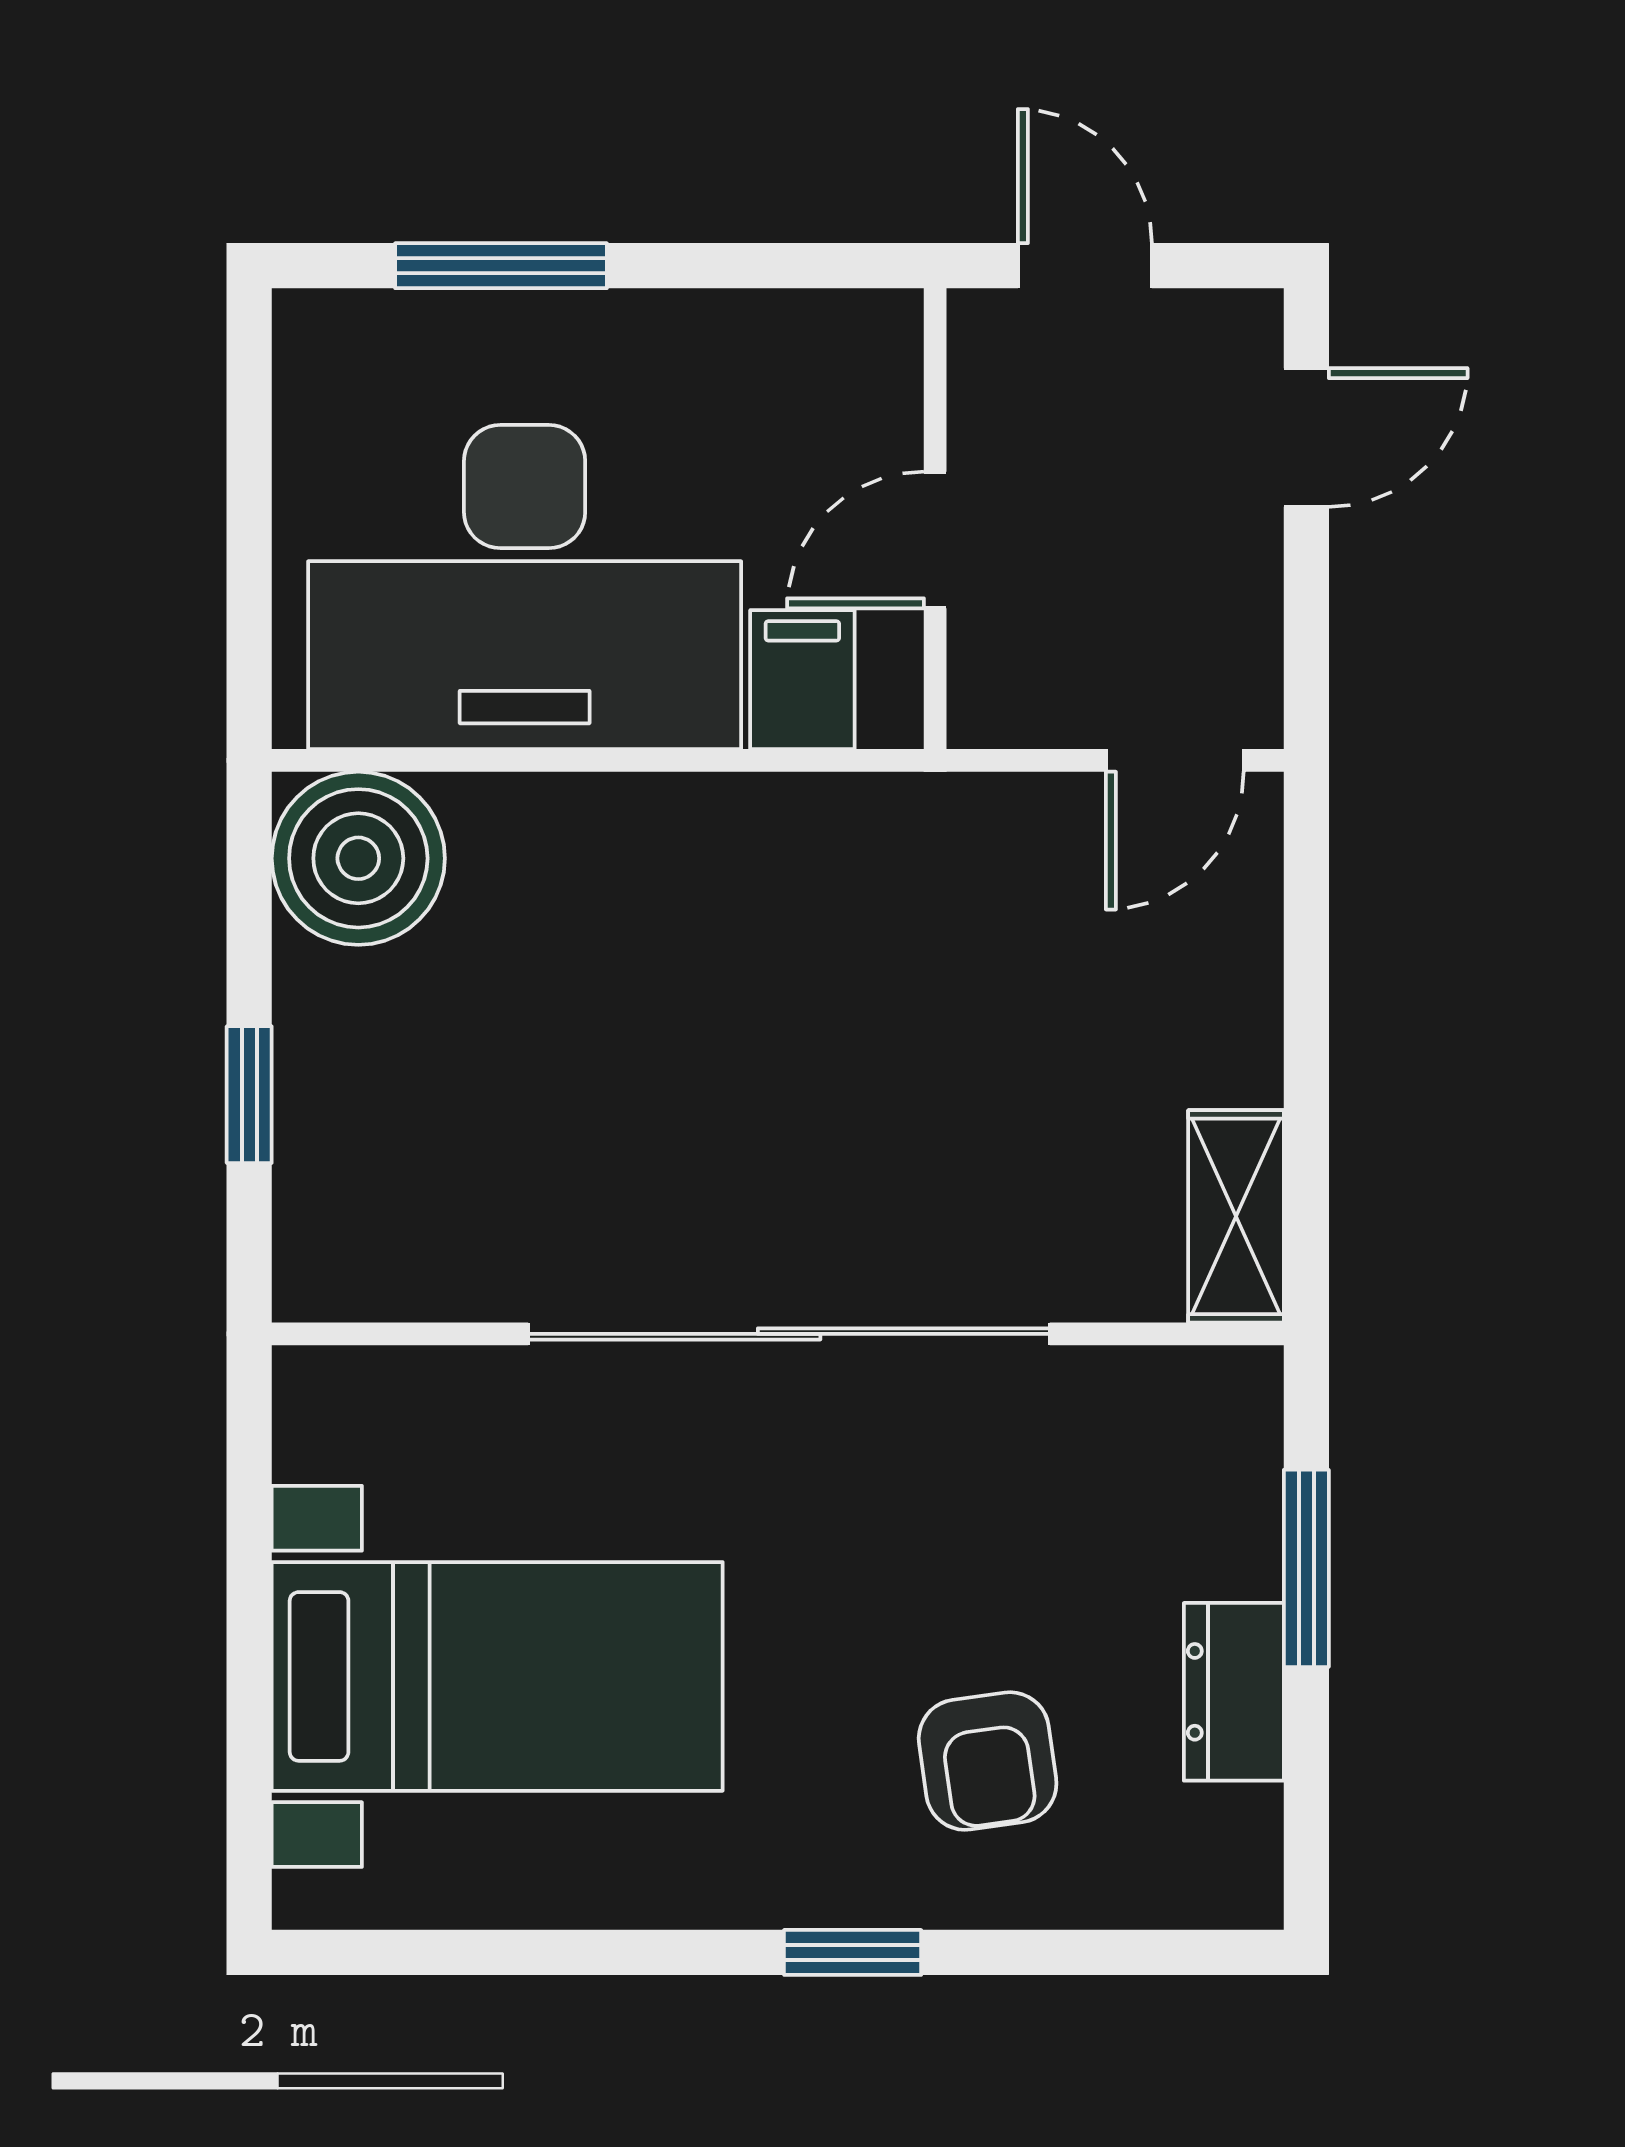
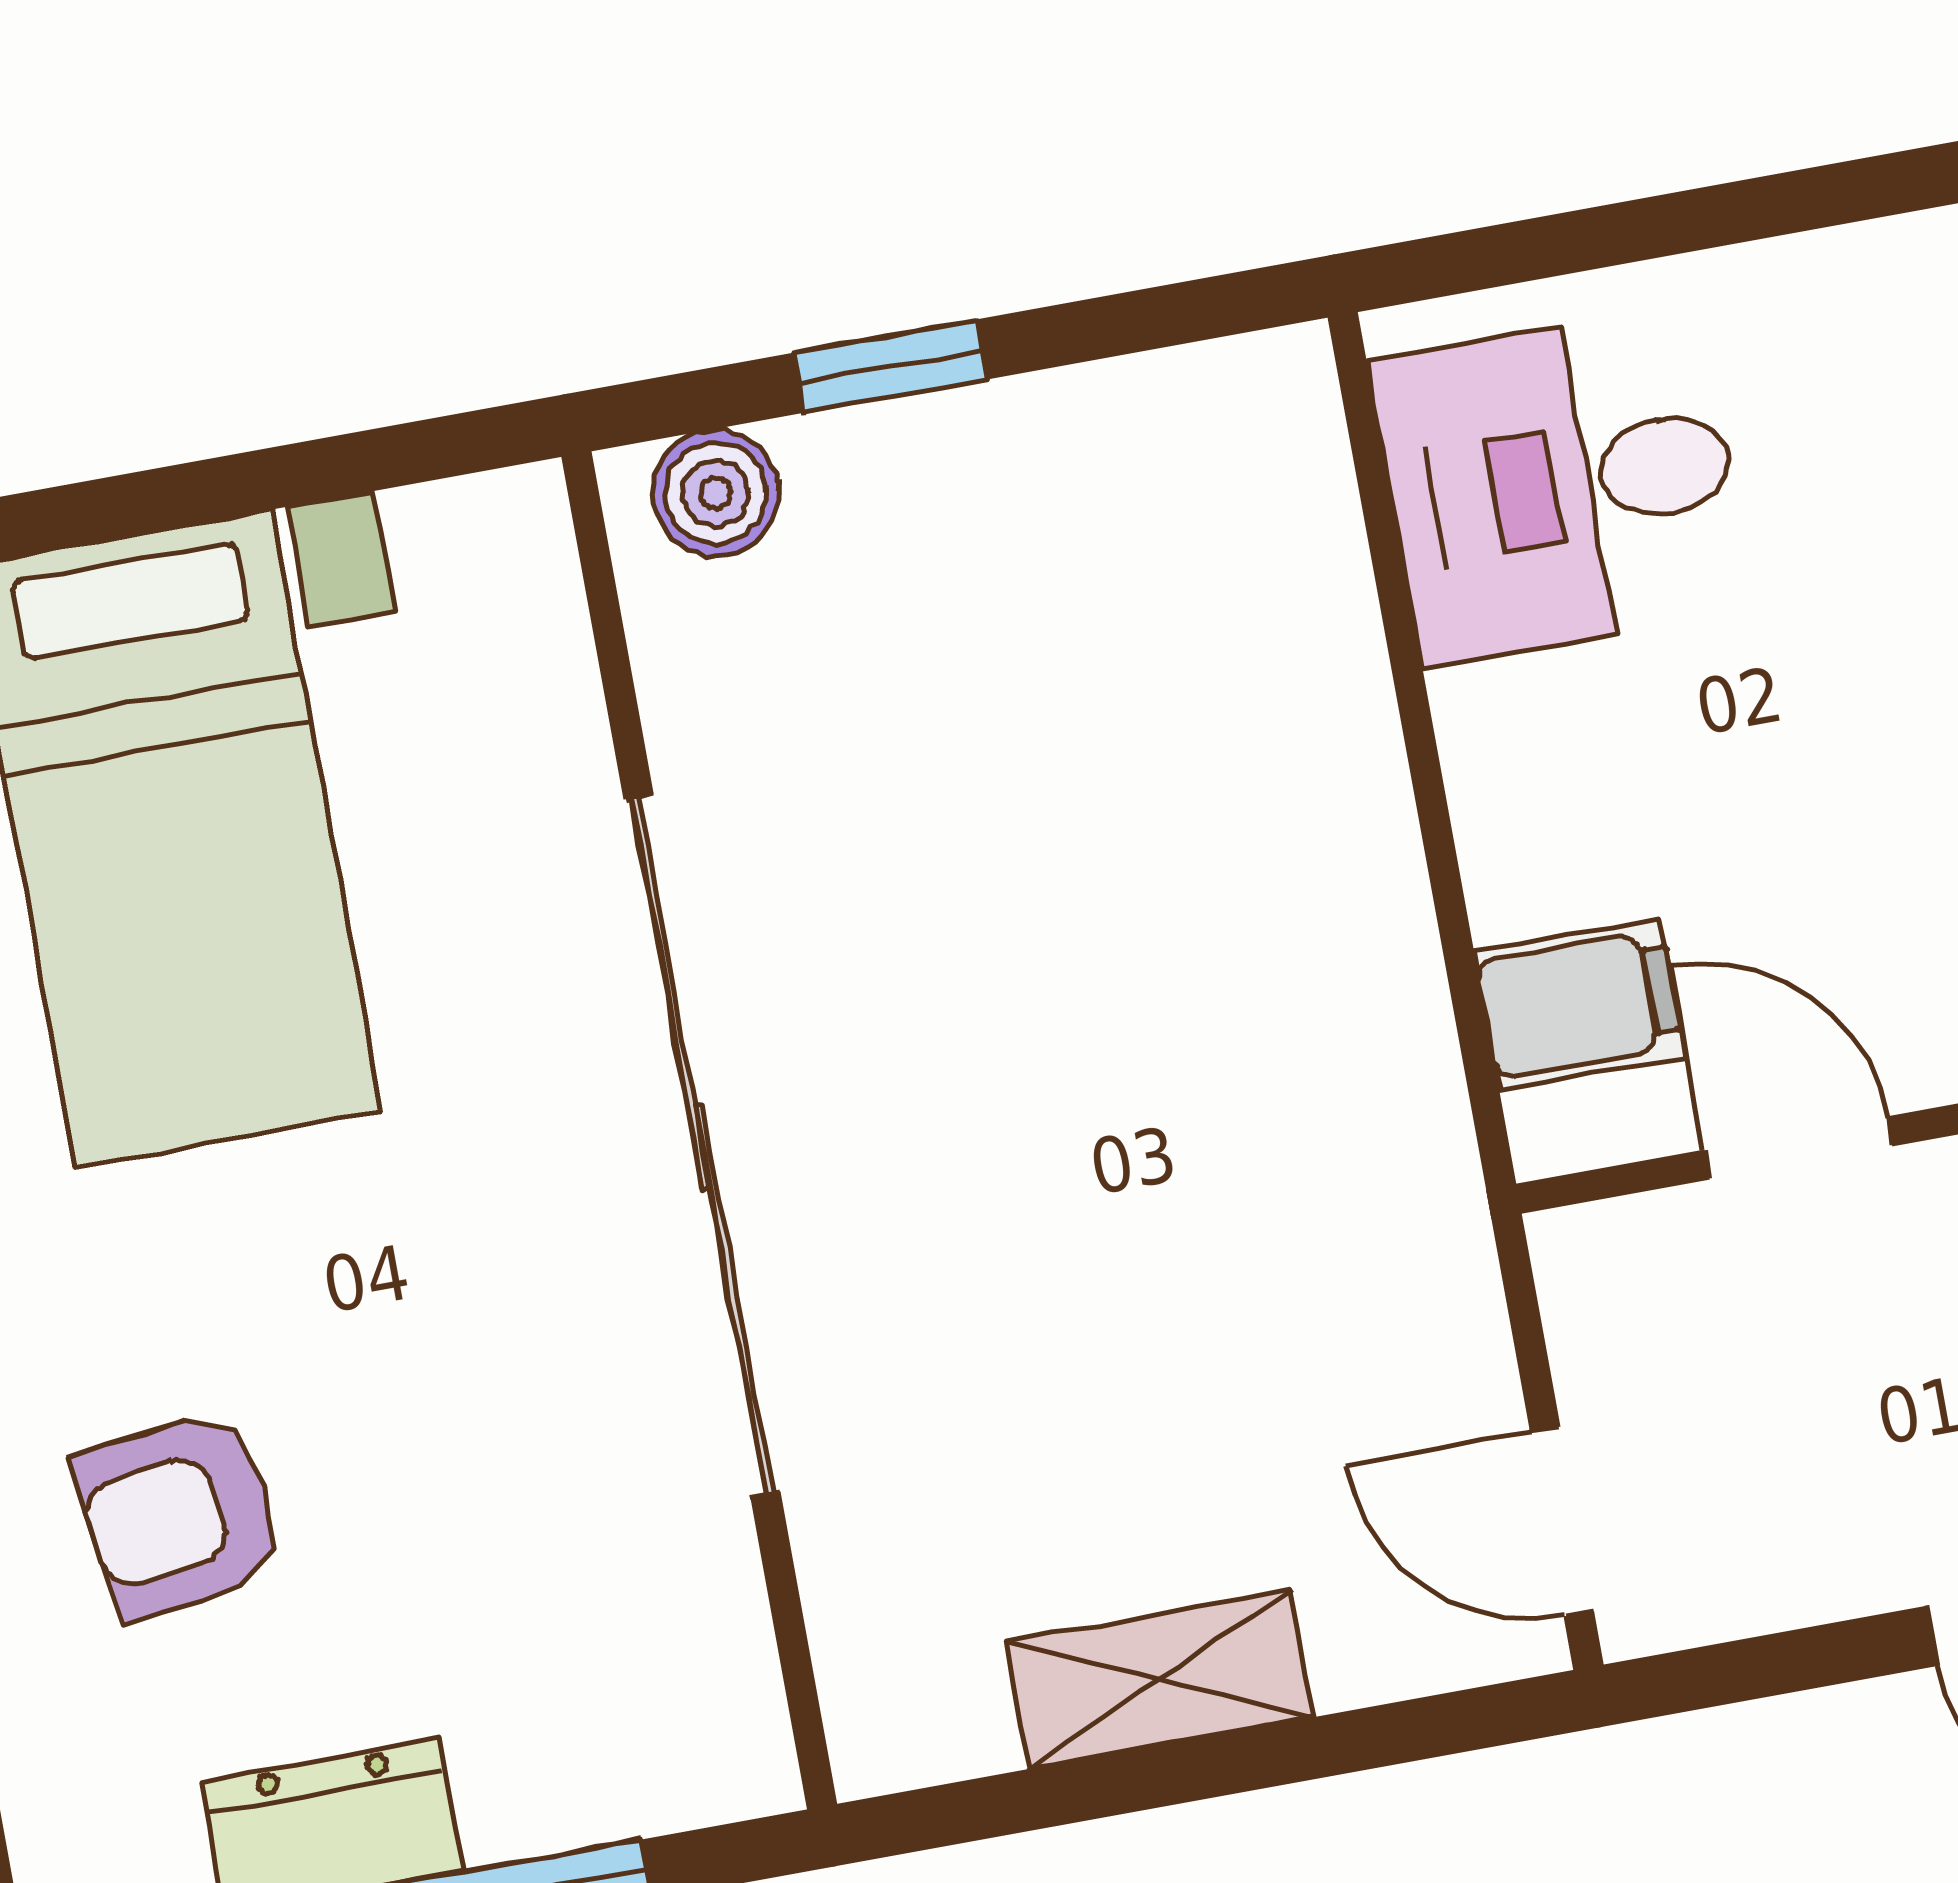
desk: (525, 587) -> (1561, 485), width x0.53, depth x0.77
boiler: (358, 858) -> (716, 493), moved, width x0.54, depth x0.54
shelving: (1236, 1216) -> (1160, 1679), moved

